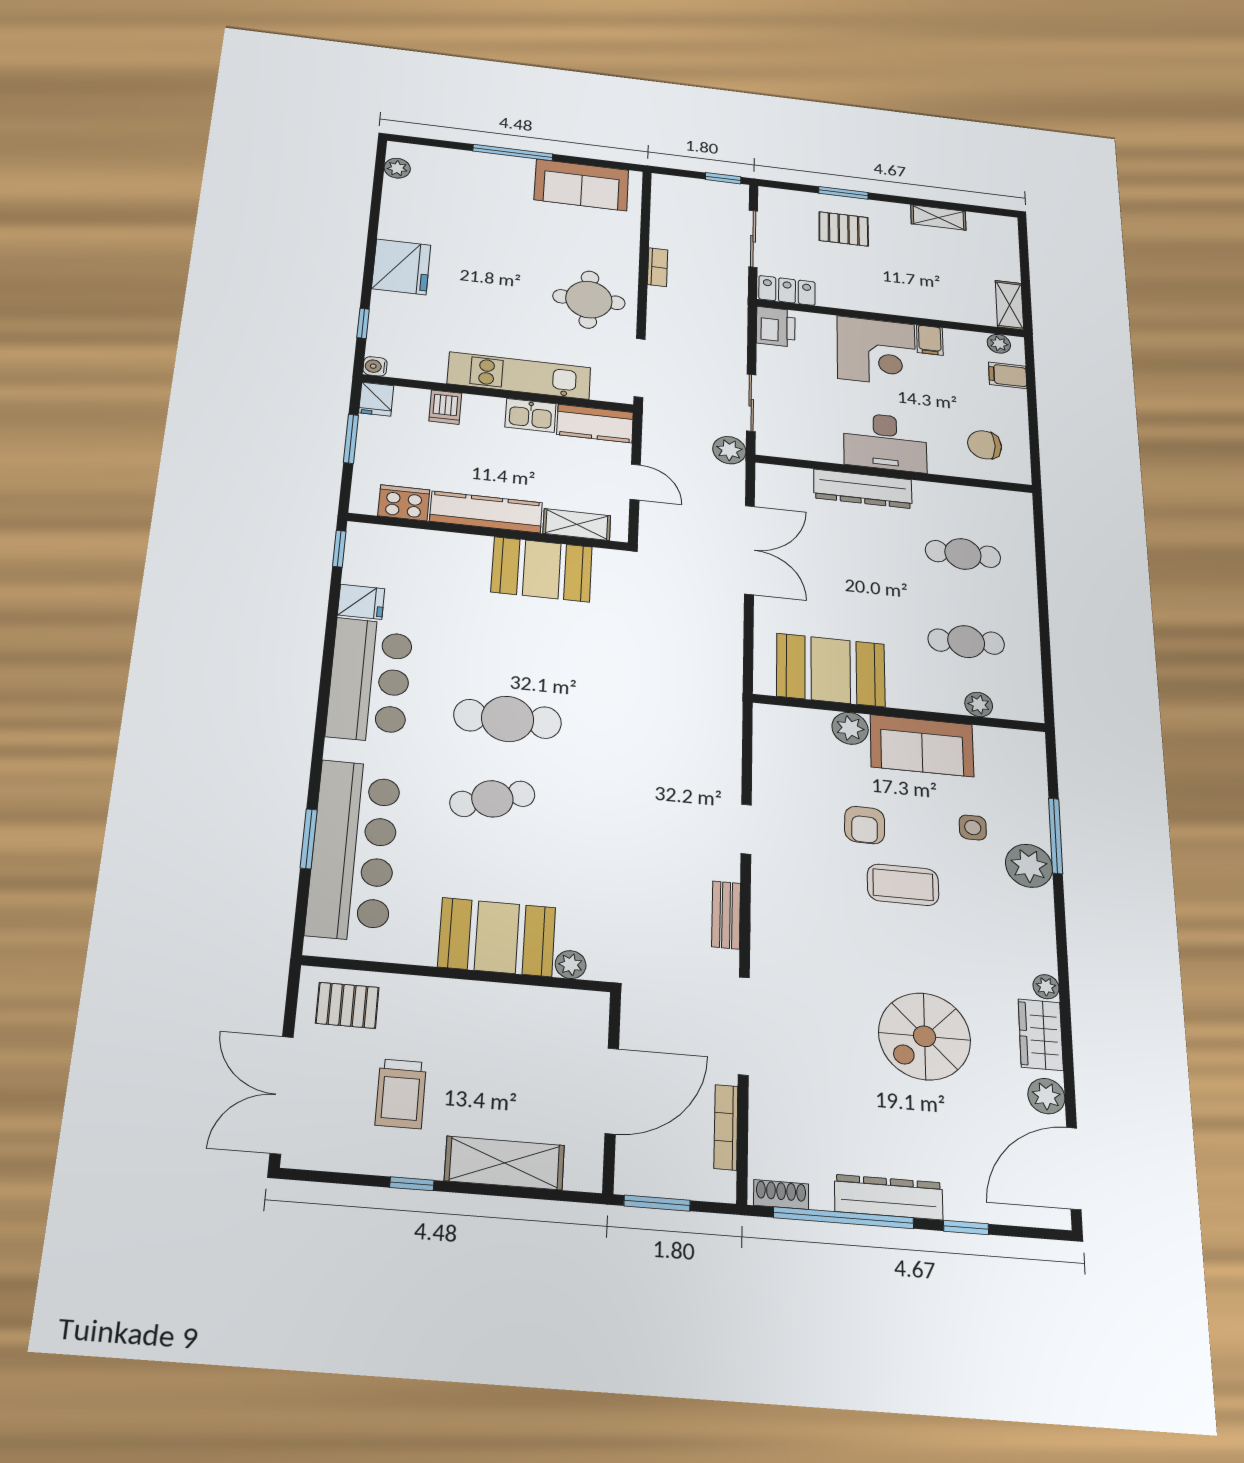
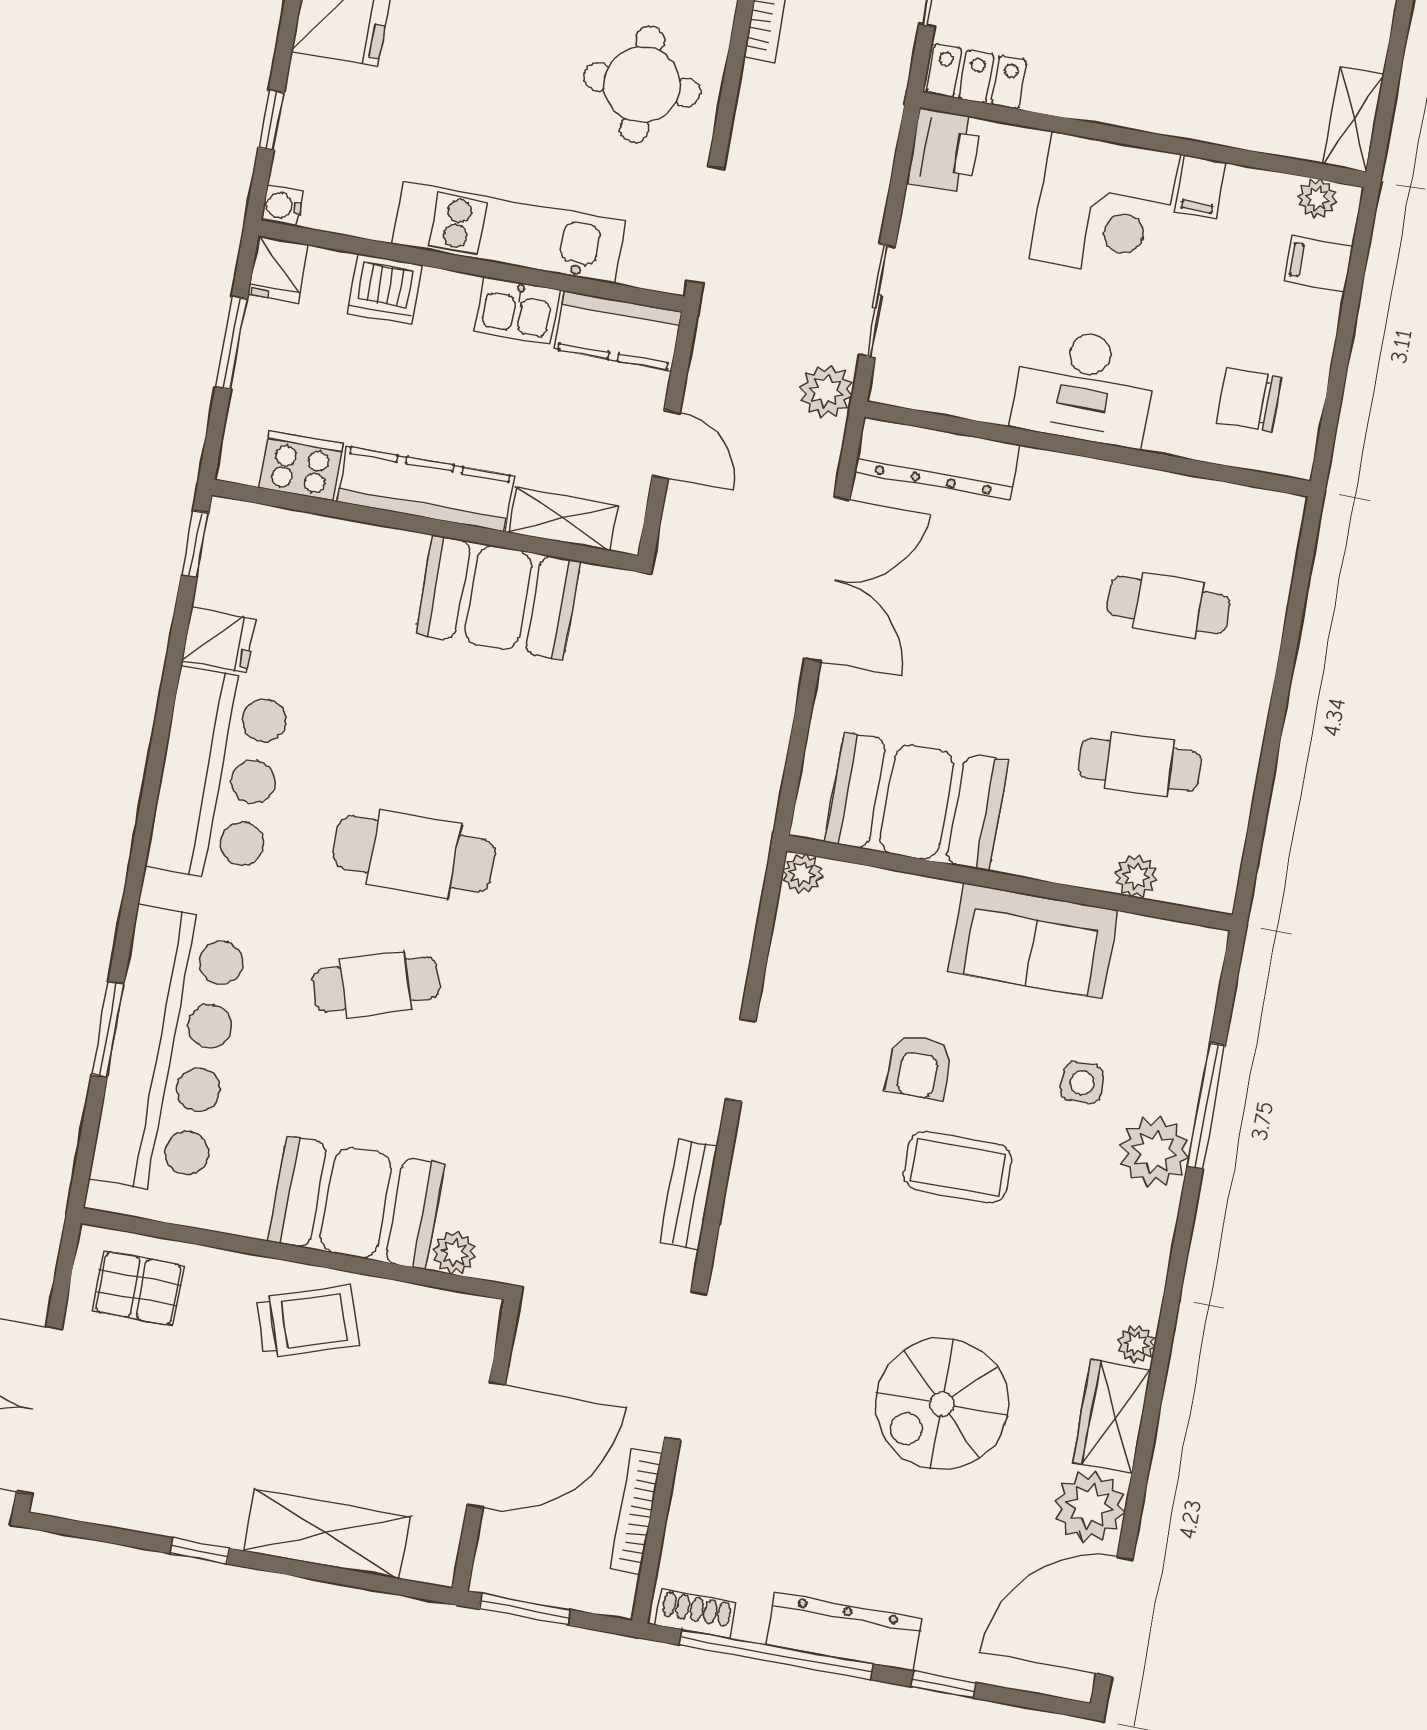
dishwasher: (445, 407) -> (384, 289), width x1.38
dresser: (863, 489) -> (937, 458), moved
plant: (850, 728) -> (802, 874), moved, width x0.73, depth x0.73
trolley: (401, 1094) -> (307, 1321), moved, turned -108
plant: (1046, 1096) -> (1090, 1506), width x1.36, depth x1.36

